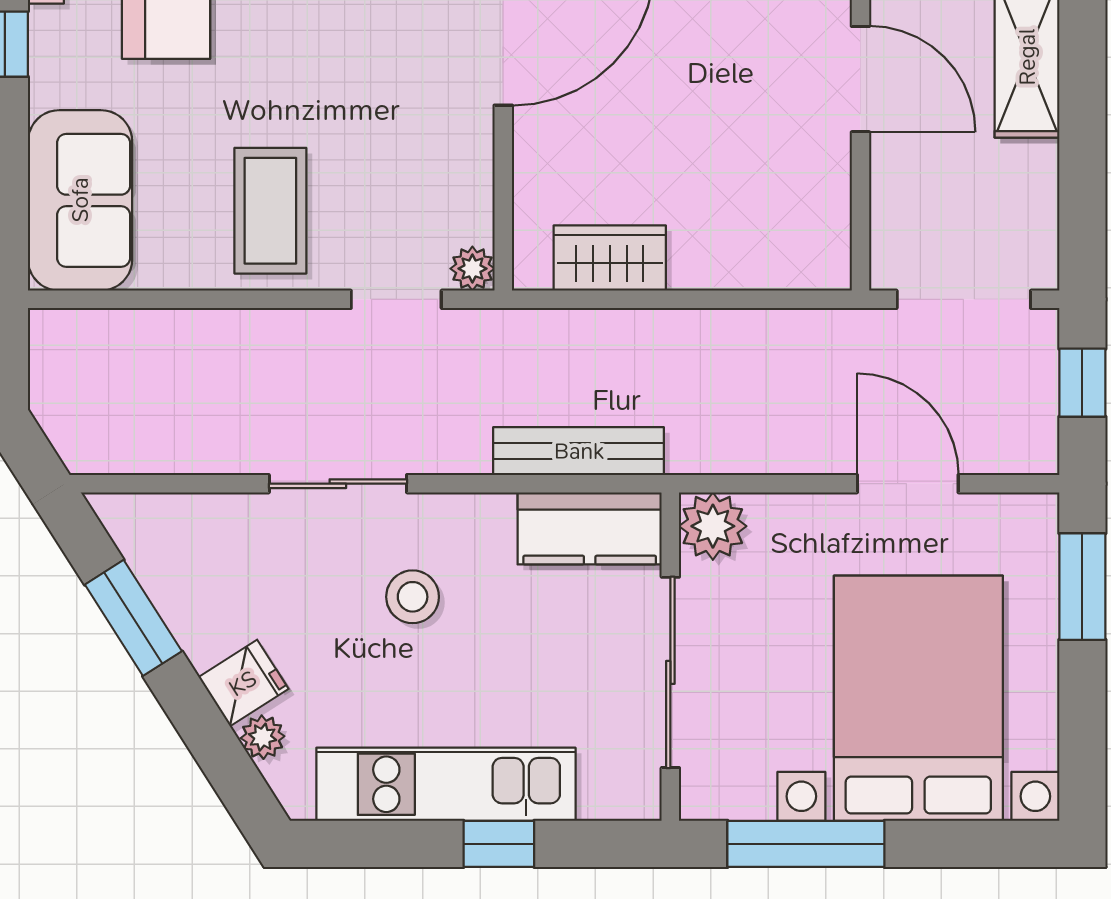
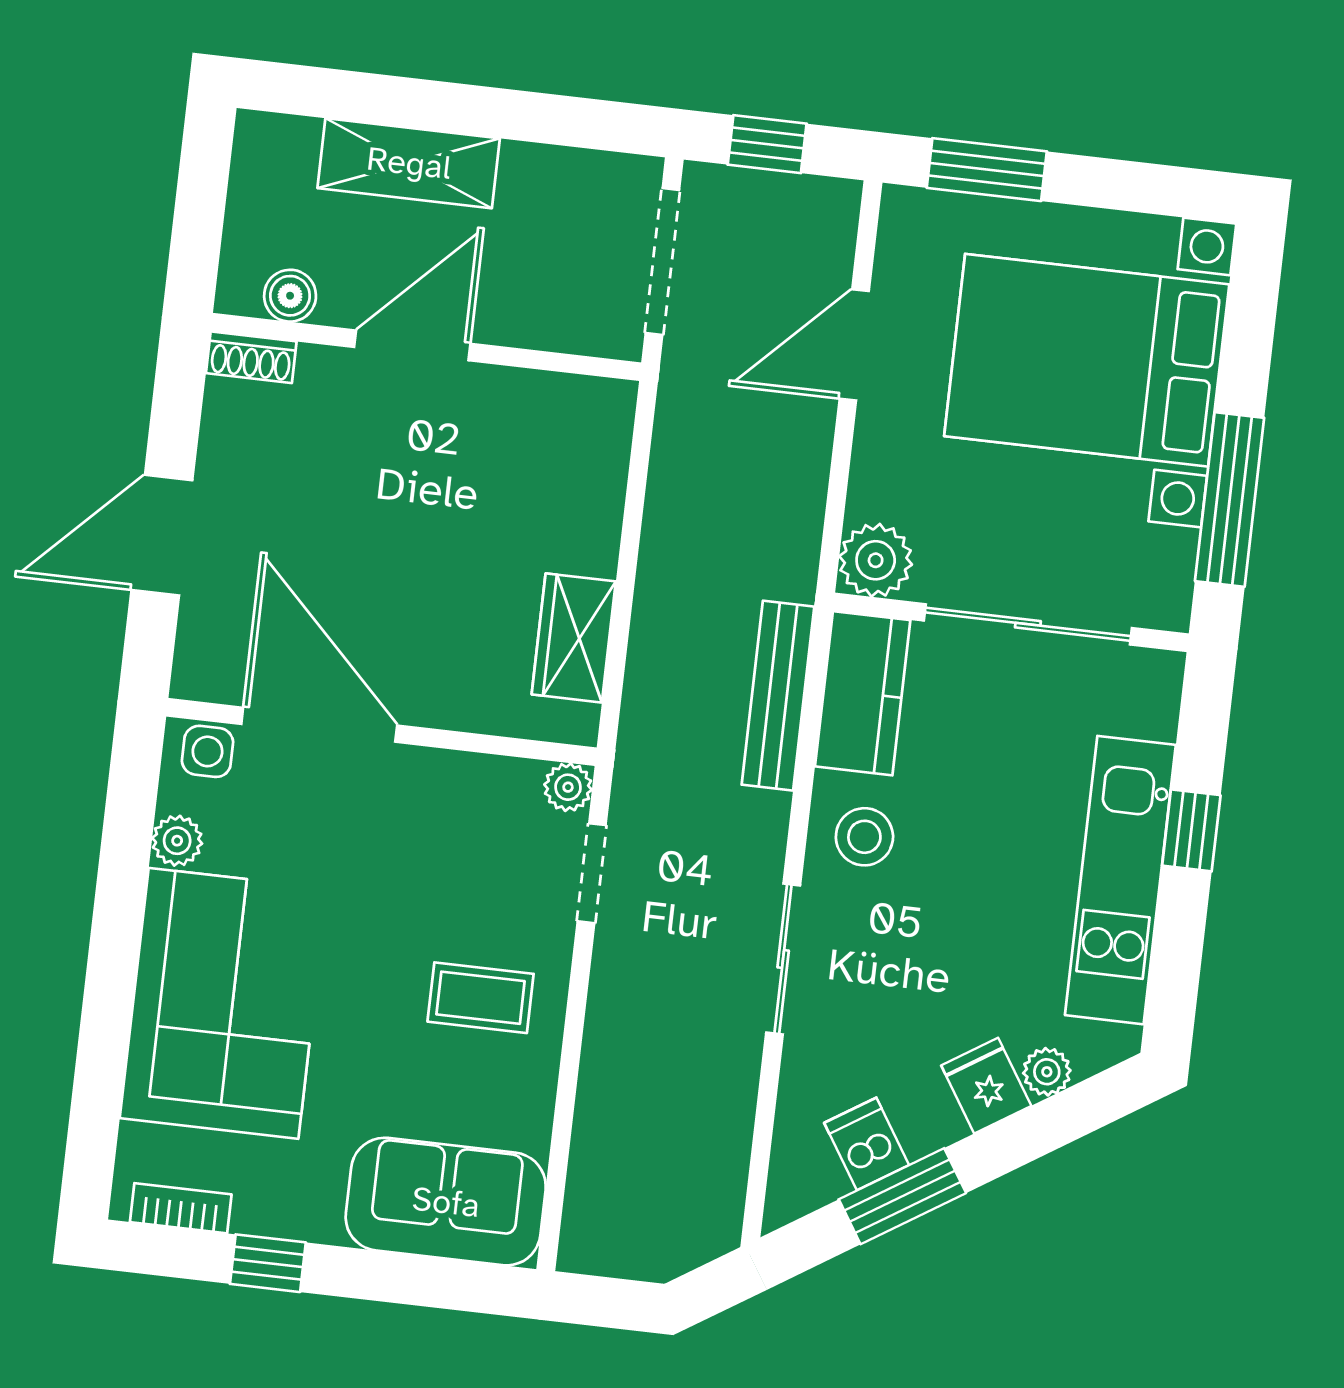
coffee table: (270, 211) -> (481, 998), width x0.73, depth x0.77
dishwasher: (177, 580) -> (867, 1144), added
stool: (413, 597) -> (864, 837), moved

